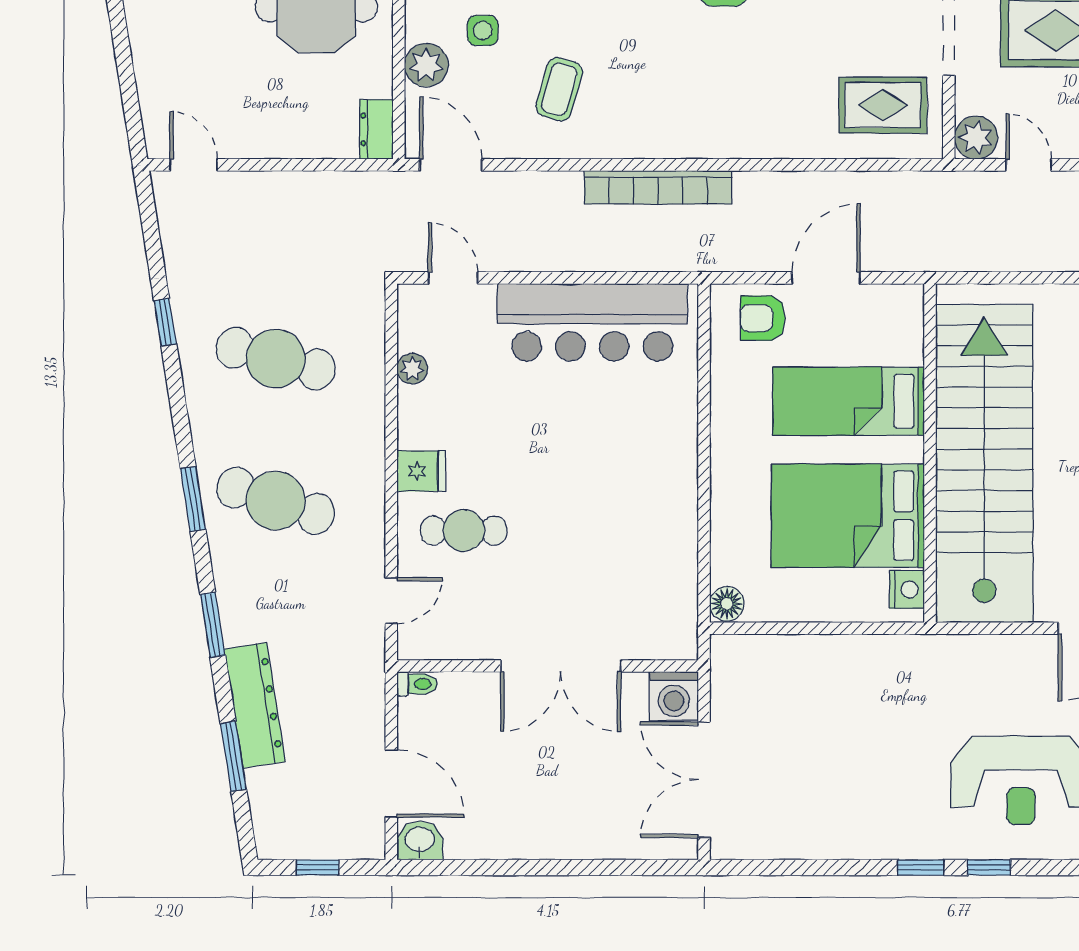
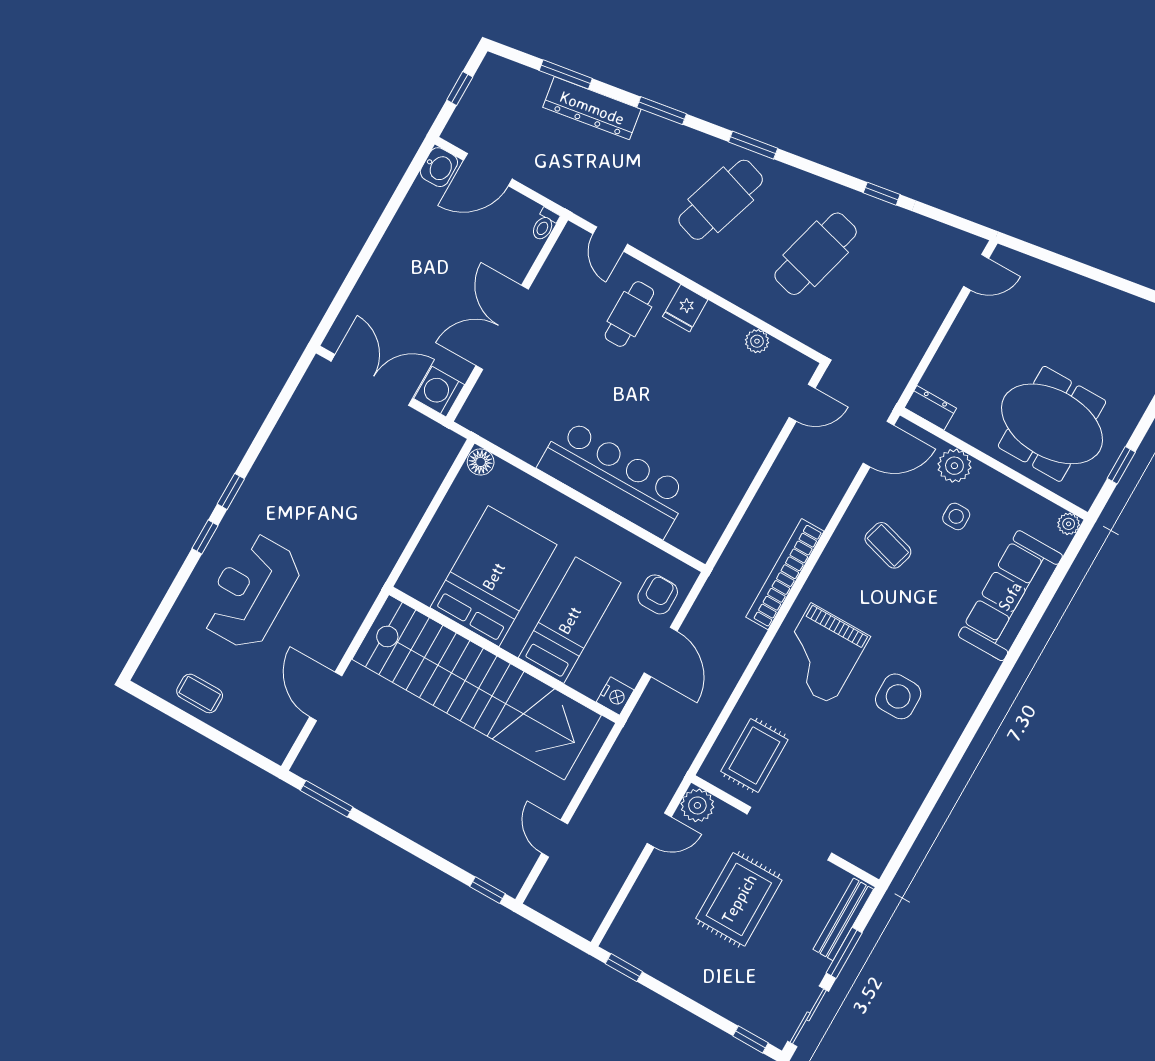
grand piano: (725, 95) -> (821, 654), added
bar counter: (592, 322) -> (614, 478), moved, turned 90
nightstand: (907, 589) -> (615, 696), moved, turned -90

